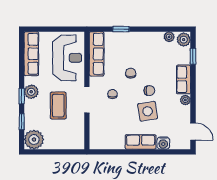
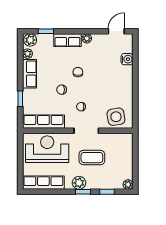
side table: (148, 111) -> (116, 117), moved
plant: (34, 140) -> (128, 185), width x0.53, depth x0.53
row of seats: (141, 142) -> (30, 74), moved, turned 180

